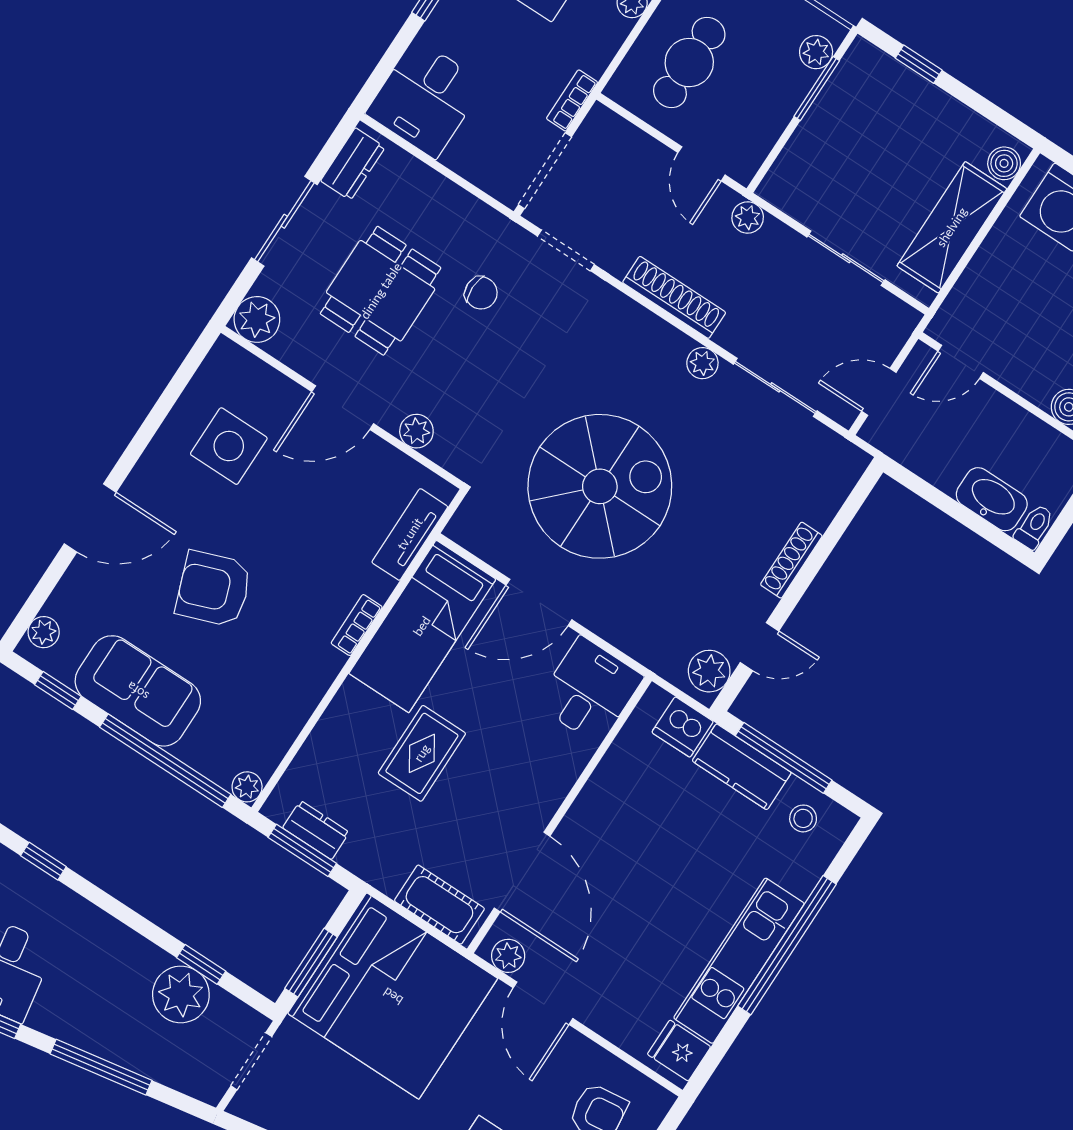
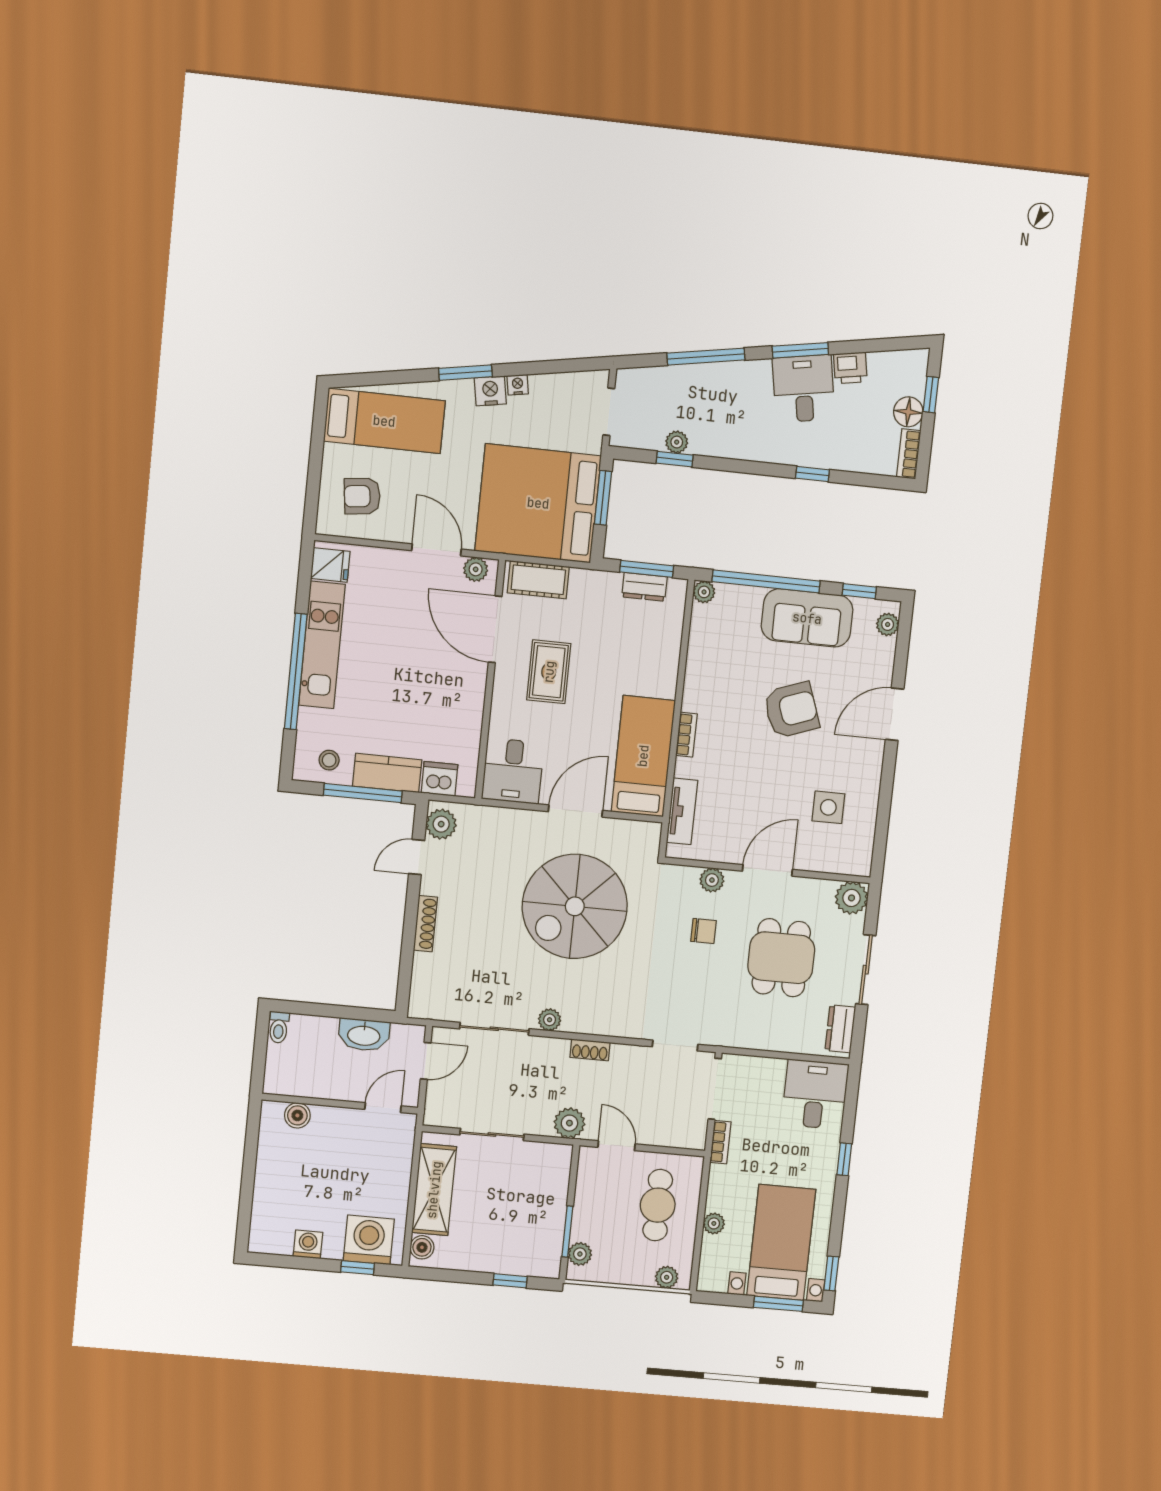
plant: (748, 217) -> (569, 1123), width x1.38, depth x1.38
chair: (481, 293) -> (703, 931), moved, turned 180
shoe rack: (674, 297) -> (590, 1050), width x0.51, depth x0.81
side table: (229, 446) -> (828, 807), width x0.73, depth x0.73
washbasin: (992, 499) -> (364, 1035), moved
rug: (422, 753) -> (549, 672), moved
plant: (181, 994) -> (677, 442), width x0.53, depth x0.53

